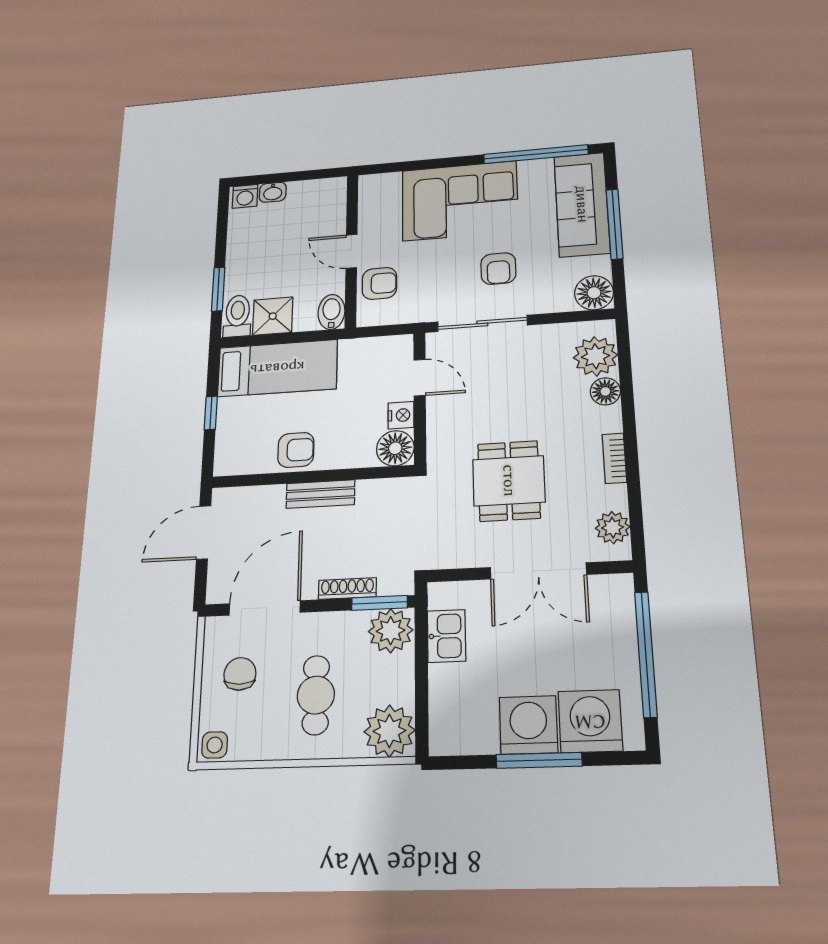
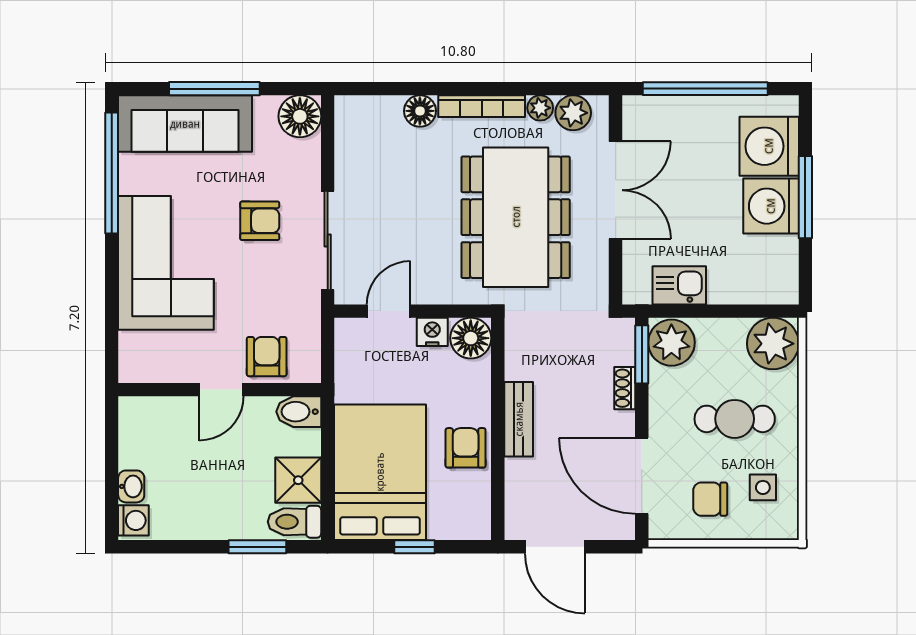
plant: (595, 356) -> (540, 108), moved, width x0.53, depth x0.53
bed: (277, 368) -> (380, 472), width x1.50
bookcase: (614, 458) -> (482, 106), width x1.56
dining table: (509, 481) -> (516, 217), width x1.88, depth x1.24
shoe rack: (347, 589) -> (625, 388), width x0.70
side table: (215, 745) -> (763, 487), moved

